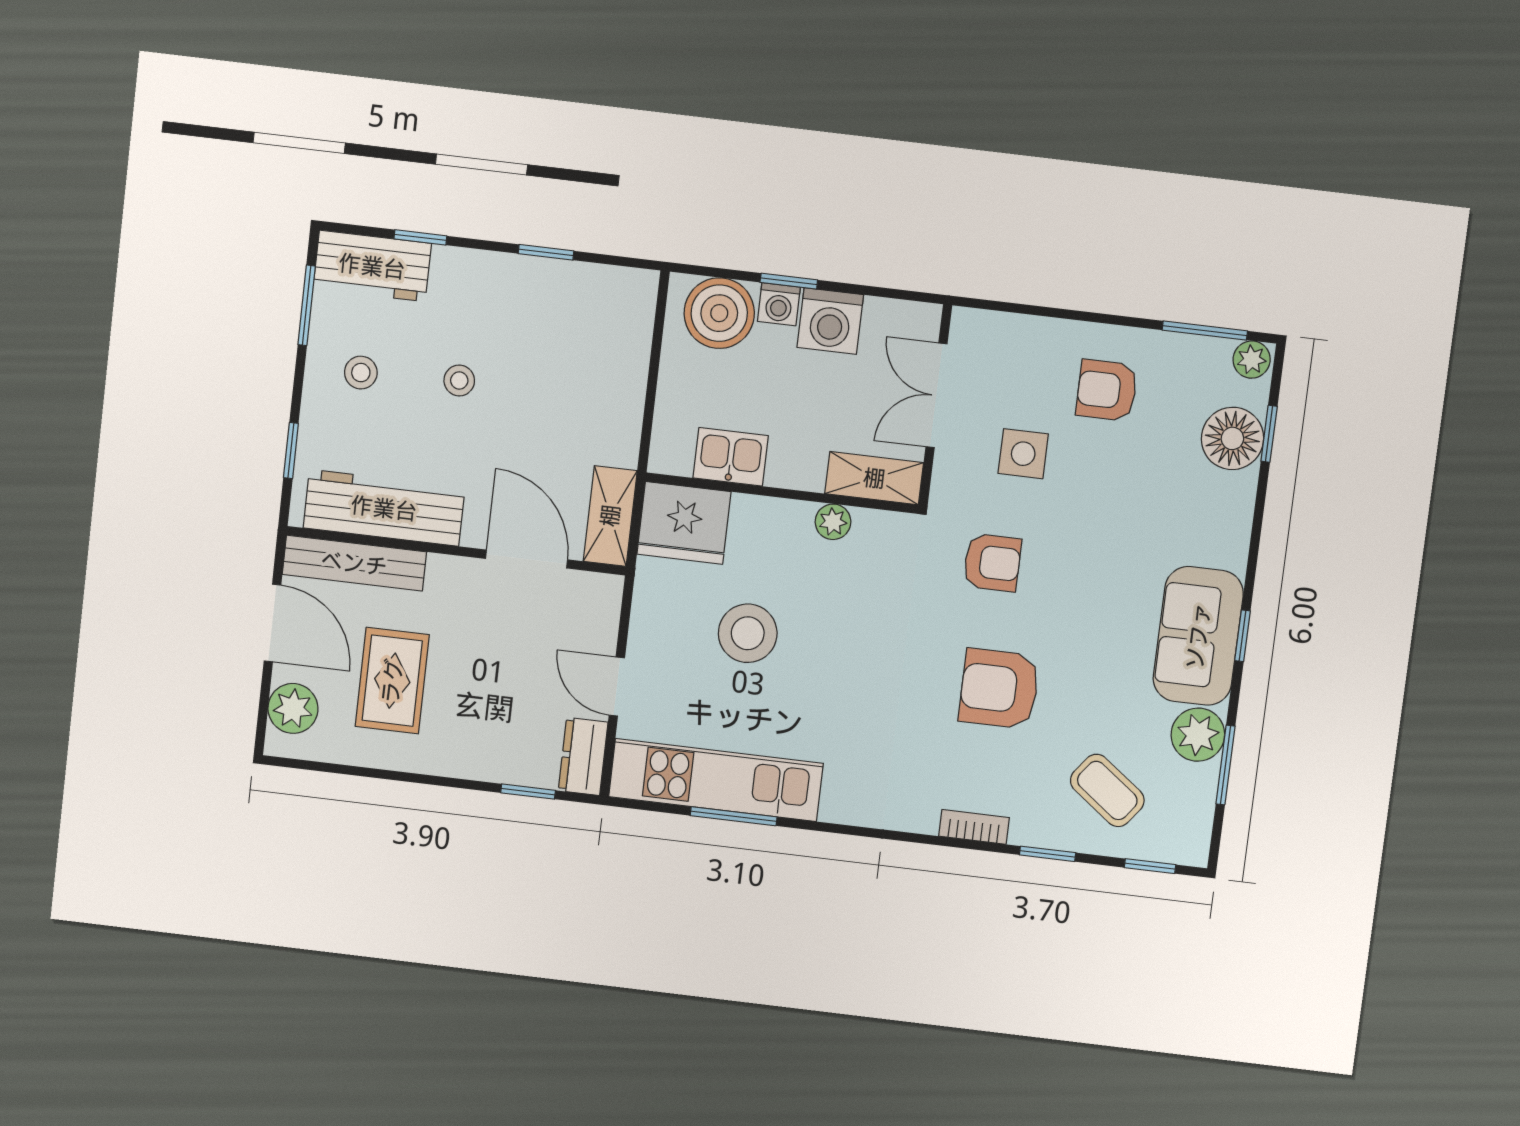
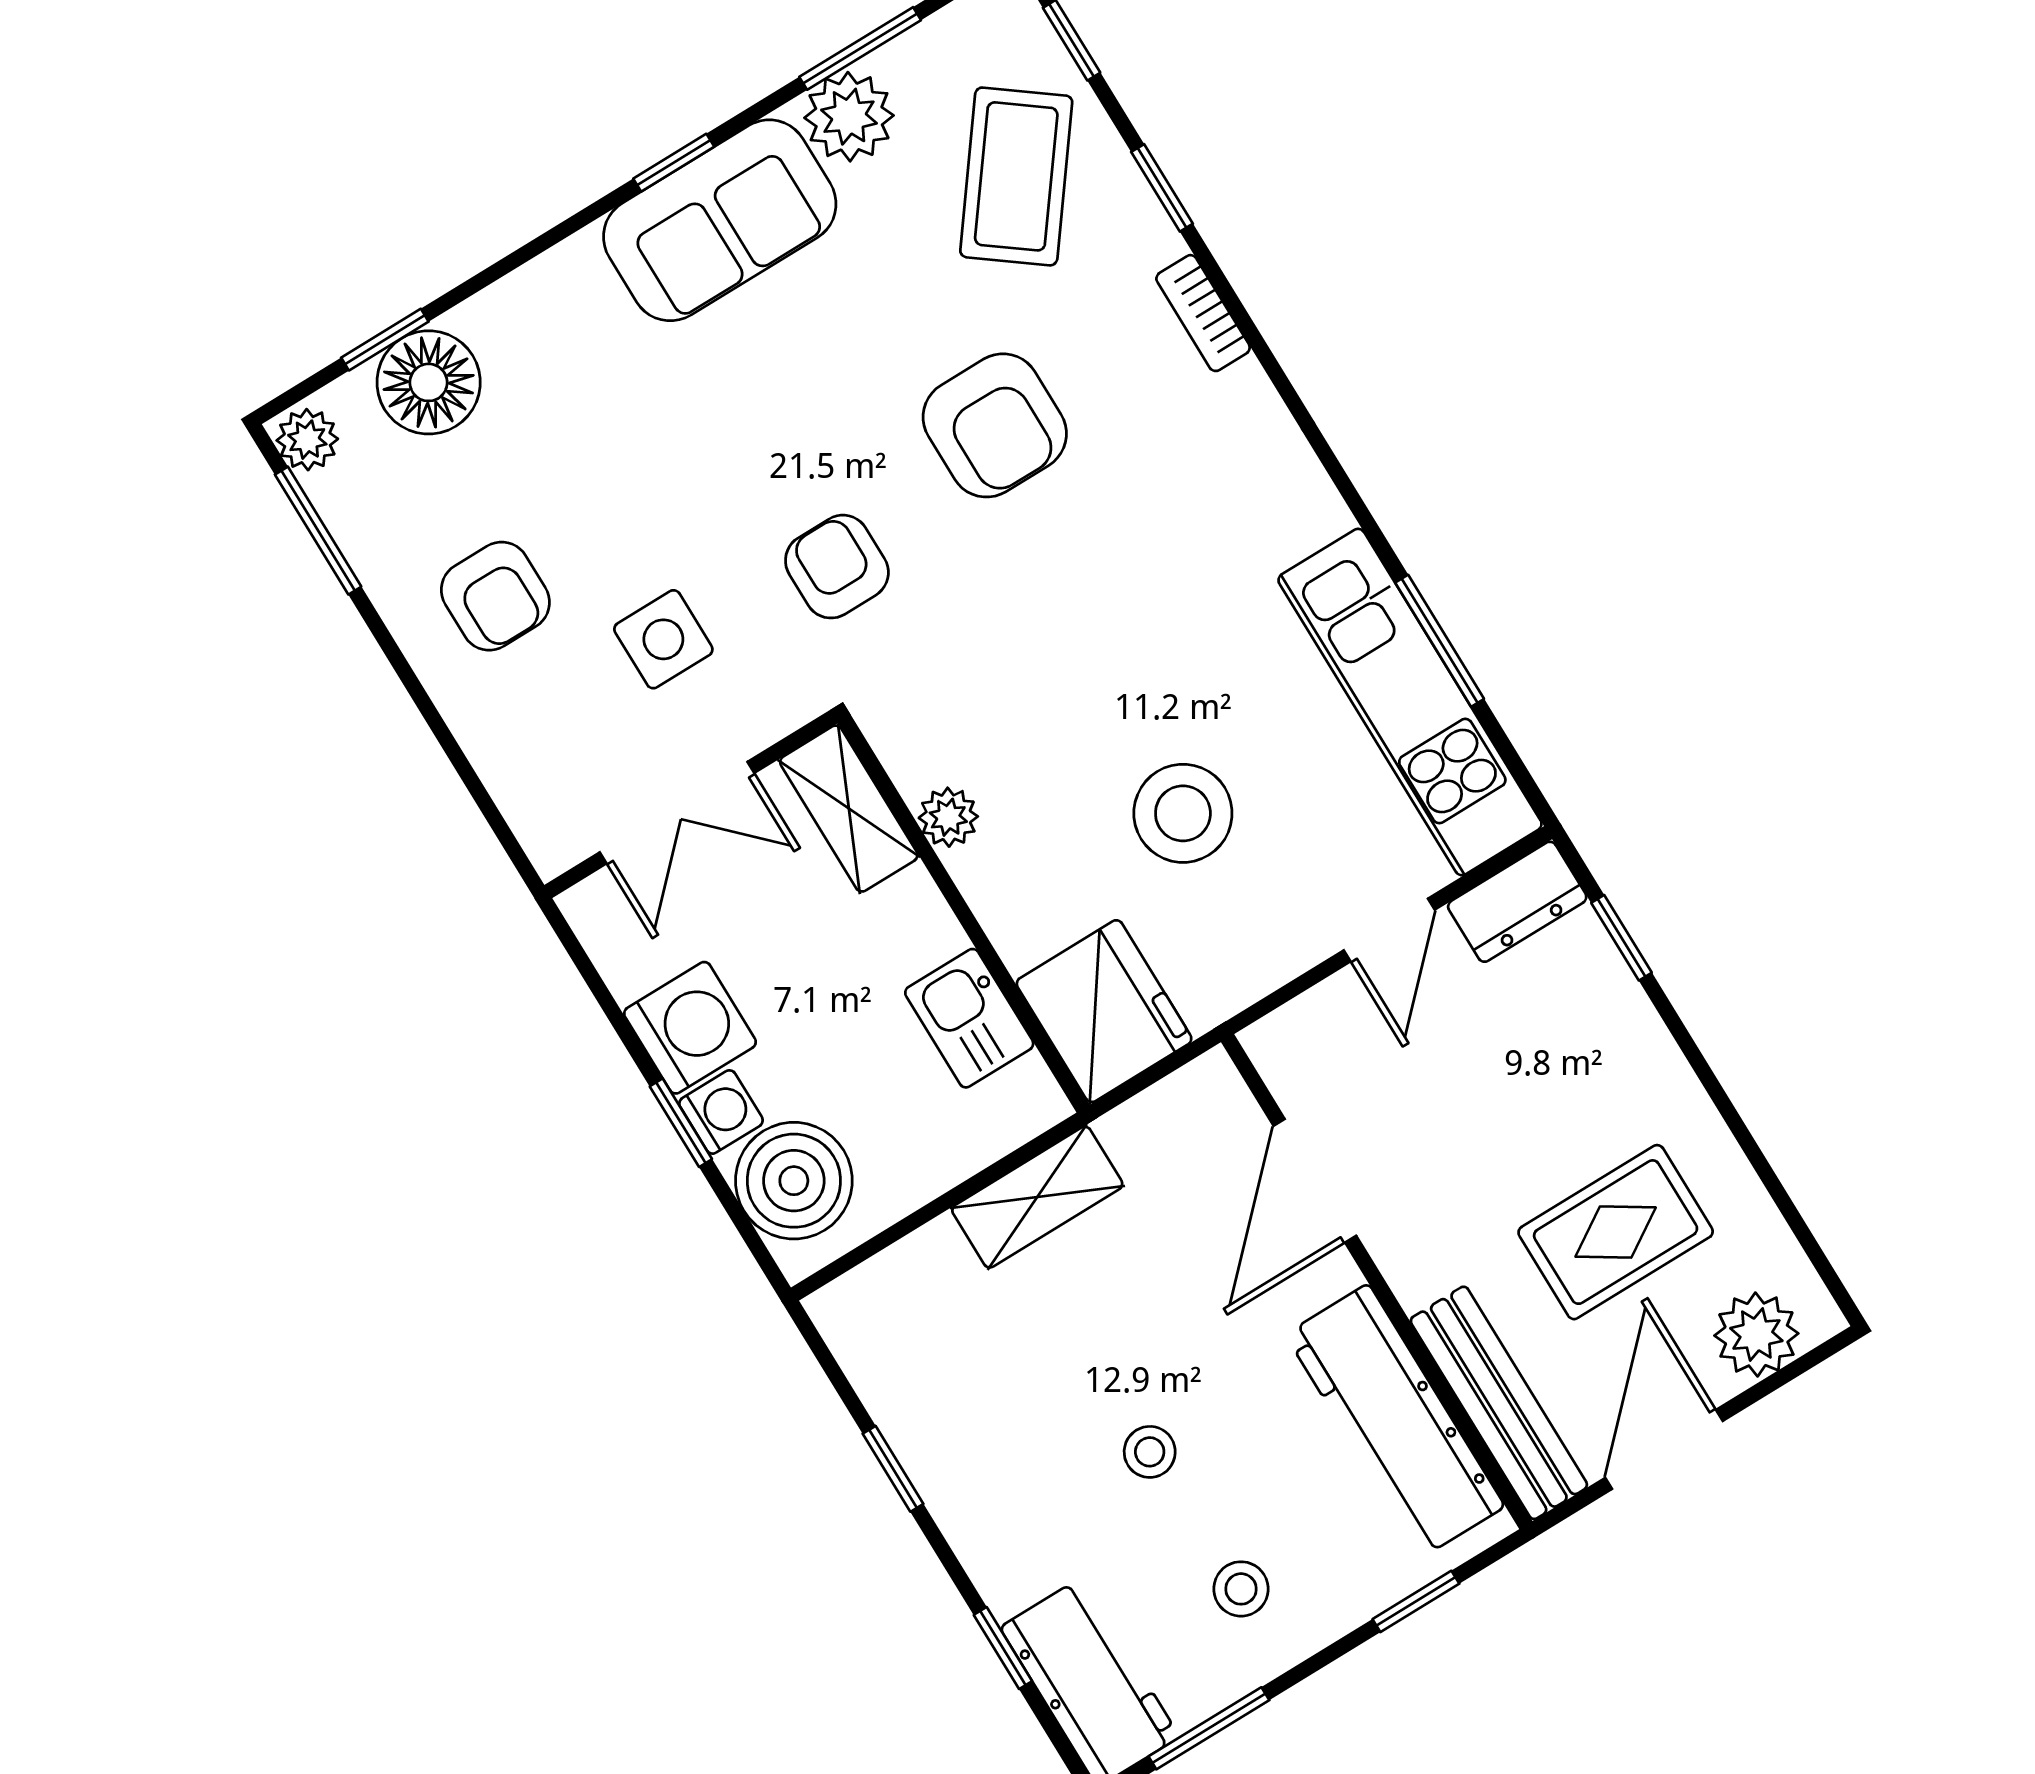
shelving: (610, 516) -> (1037, 1197), moved
coffee table: (1107, 790) -> (1016, 176), width x1.36, depth x1.30

